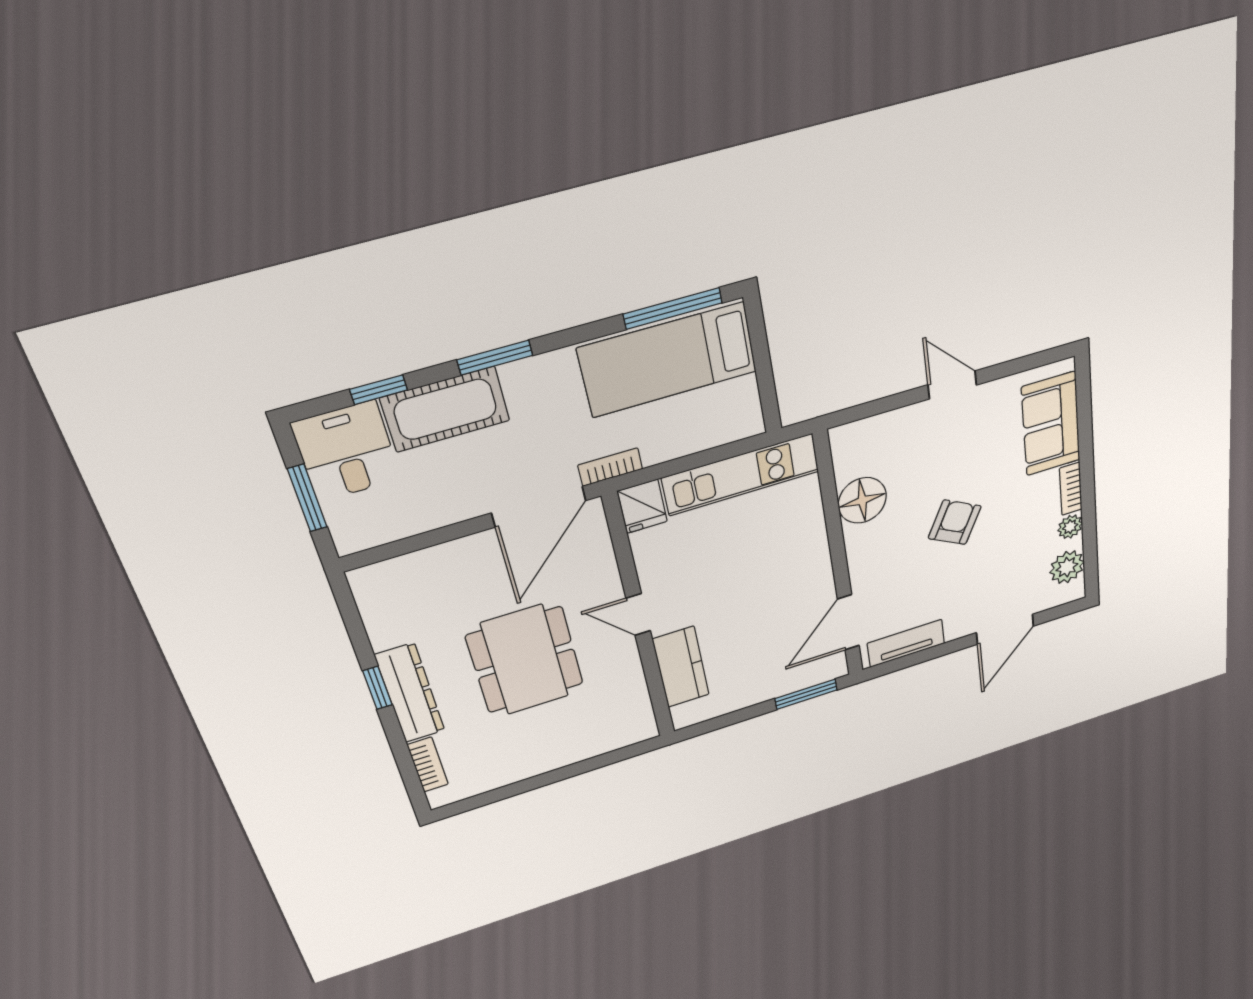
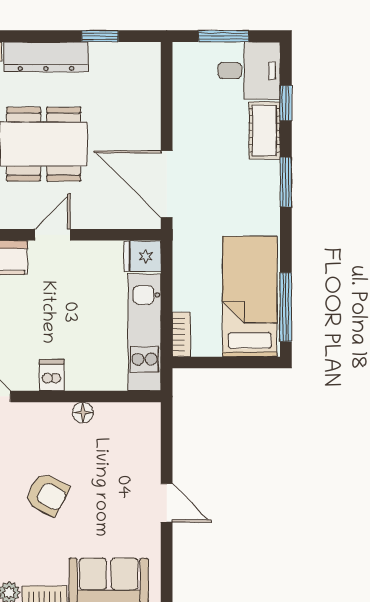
door: (952, 385) -> (167, 503), hinge flipped
cot: (445, 409) -> (265, 130), width x0.73, depth x0.75
bookcase: (610, 467) -> (181, 334), moved
floor lamp: (862, 500) -> (83, 413), width x0.53, depth x0.53
dishwasher: (812, 561) -> (52, 375), added
window: (377, 688) -> (100, 36), moved

